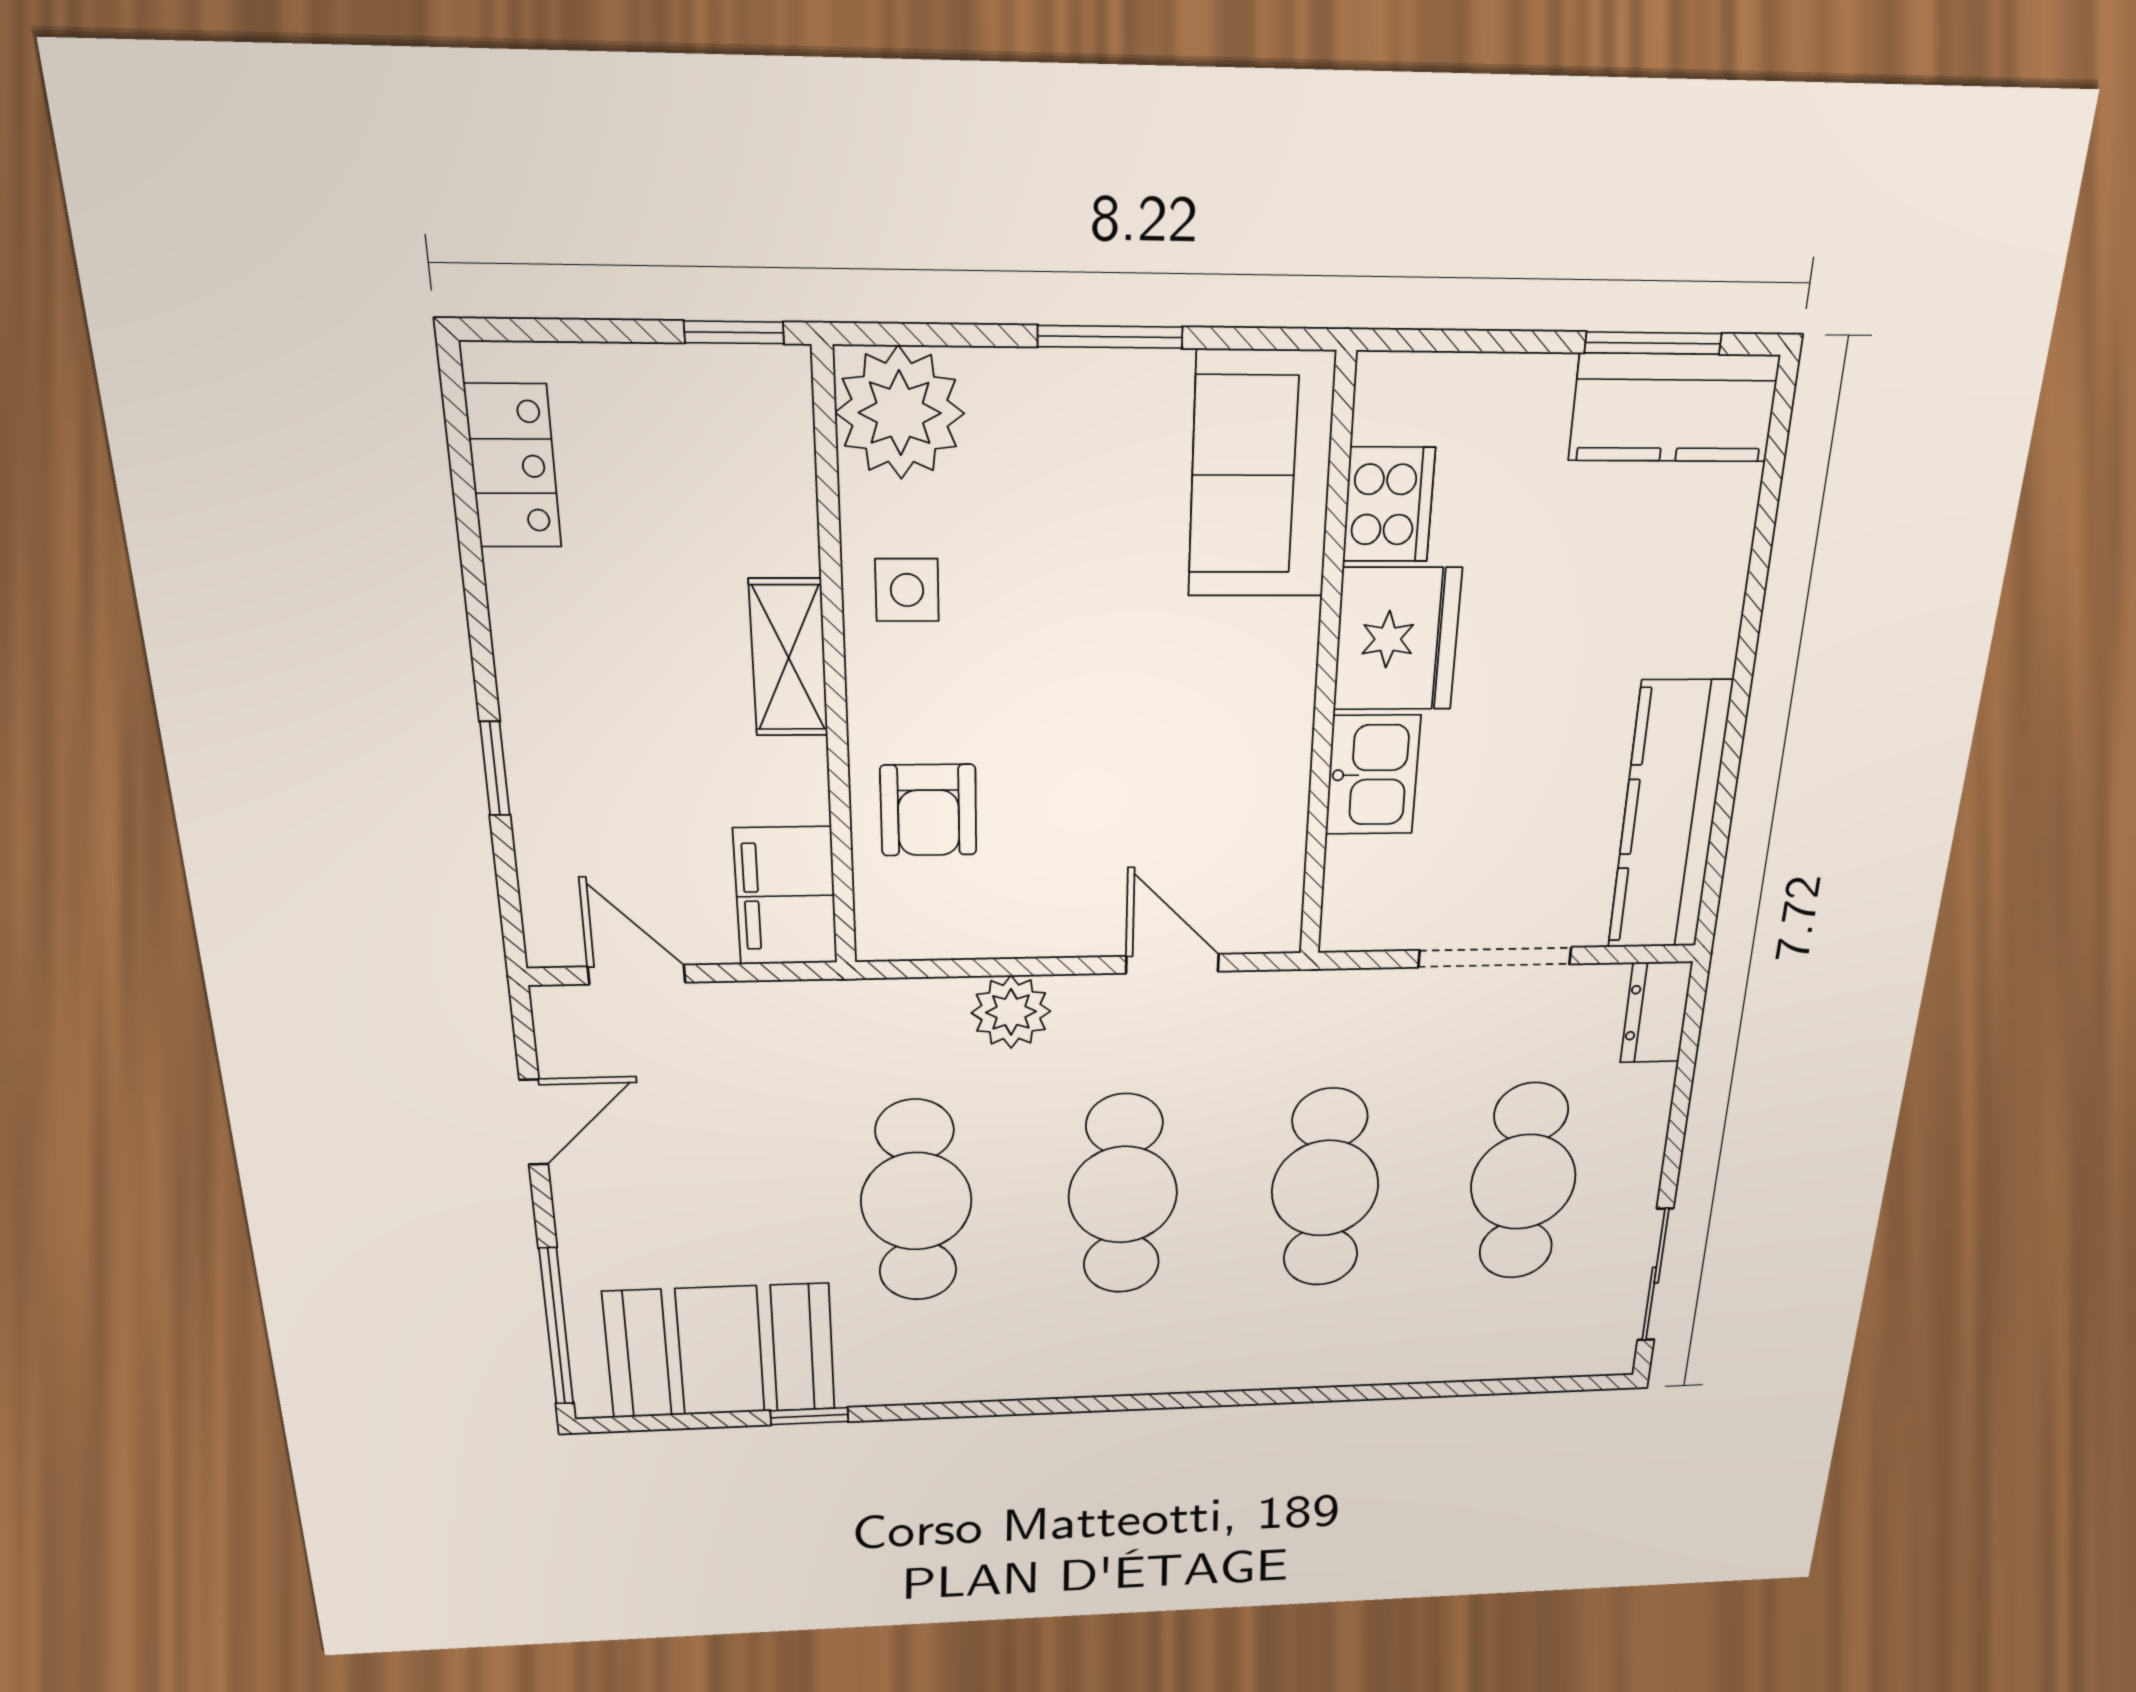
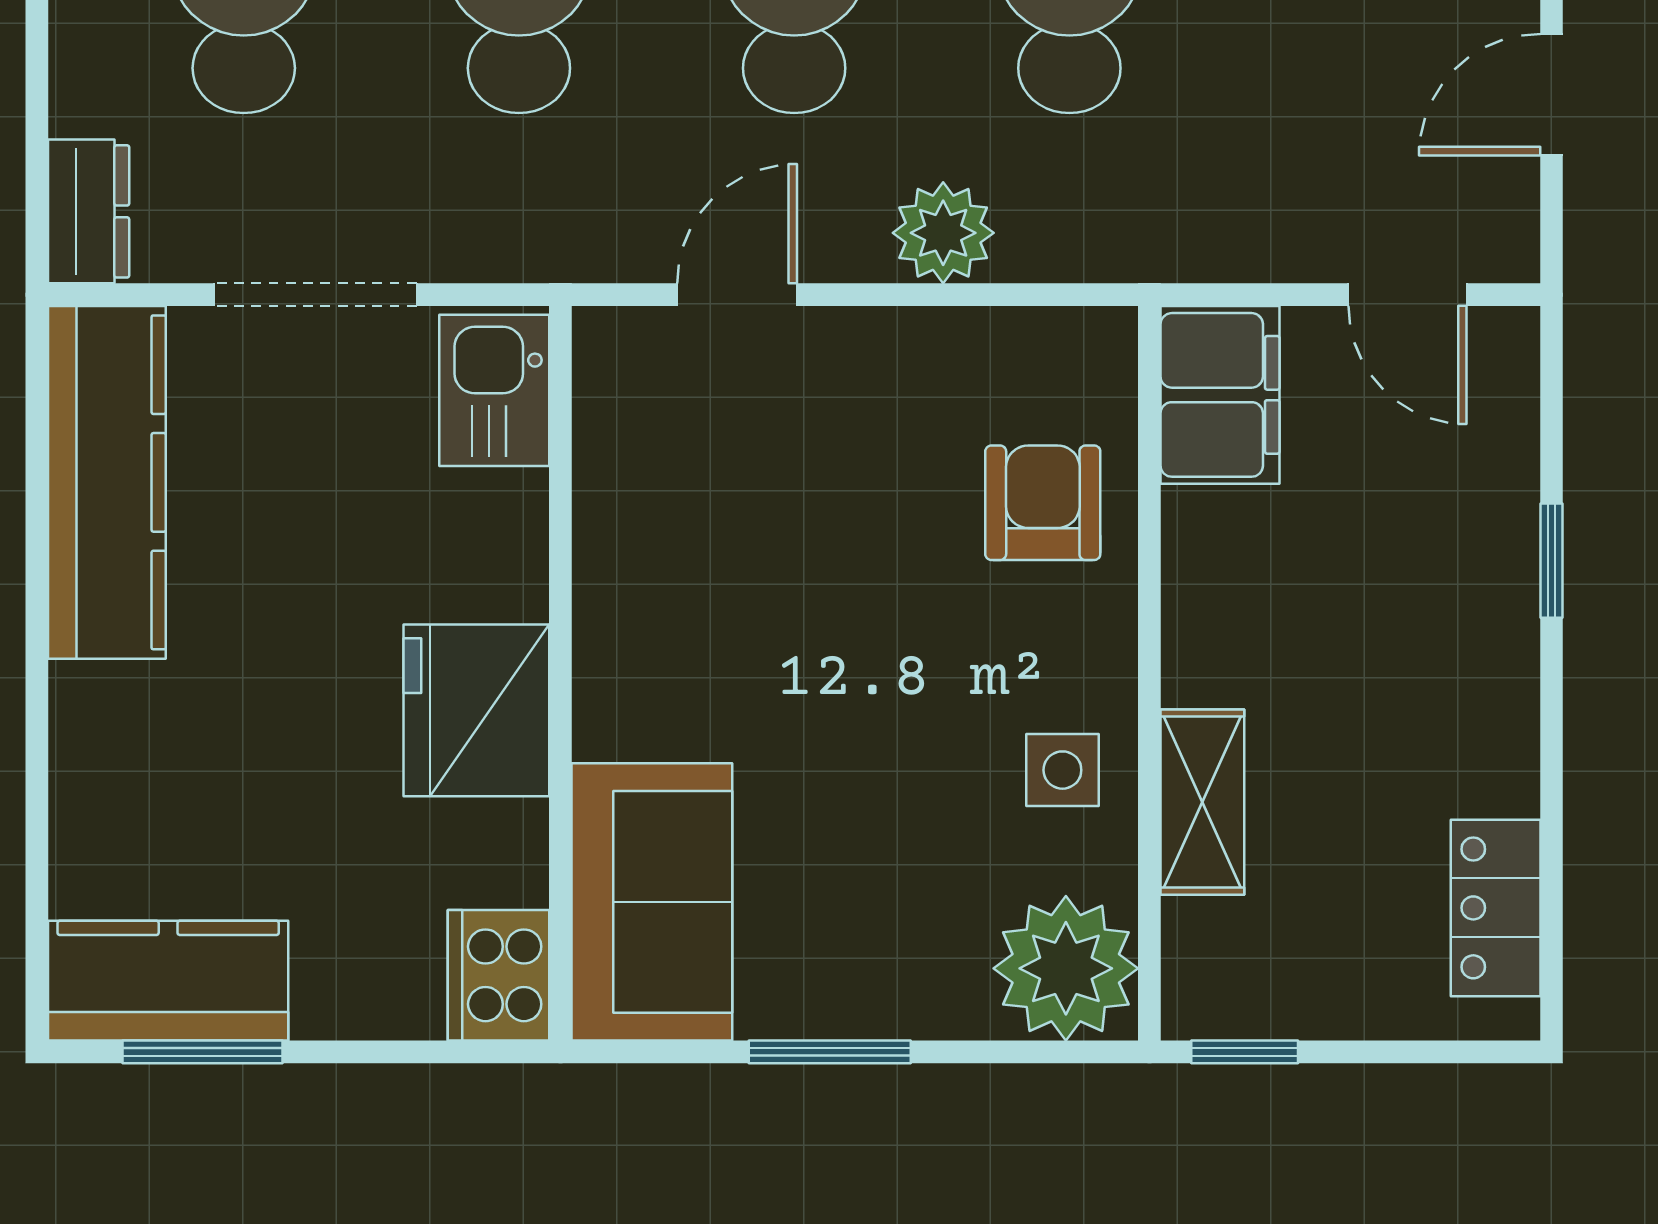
cooker: (1389, 505) -> (499, 975), moved
shelving: (789, 658) -> (1202, 802), moved
kitchen sink: (1373, 775) -> (494, 390), moved
door: (1172, 964) -> (737, 295), swing flipped

